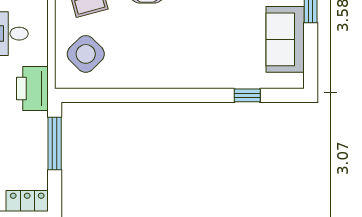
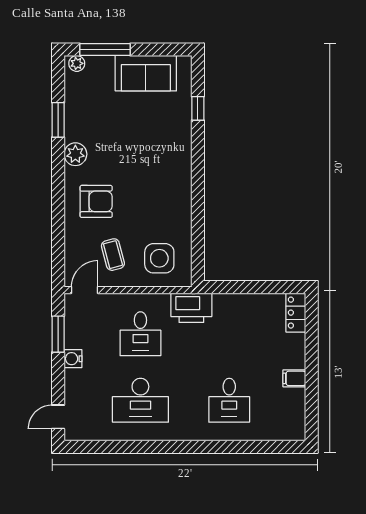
side table: (86, 54) -> (159, 258), turned 45
window: (55, 144) -> (242, 287), removed

